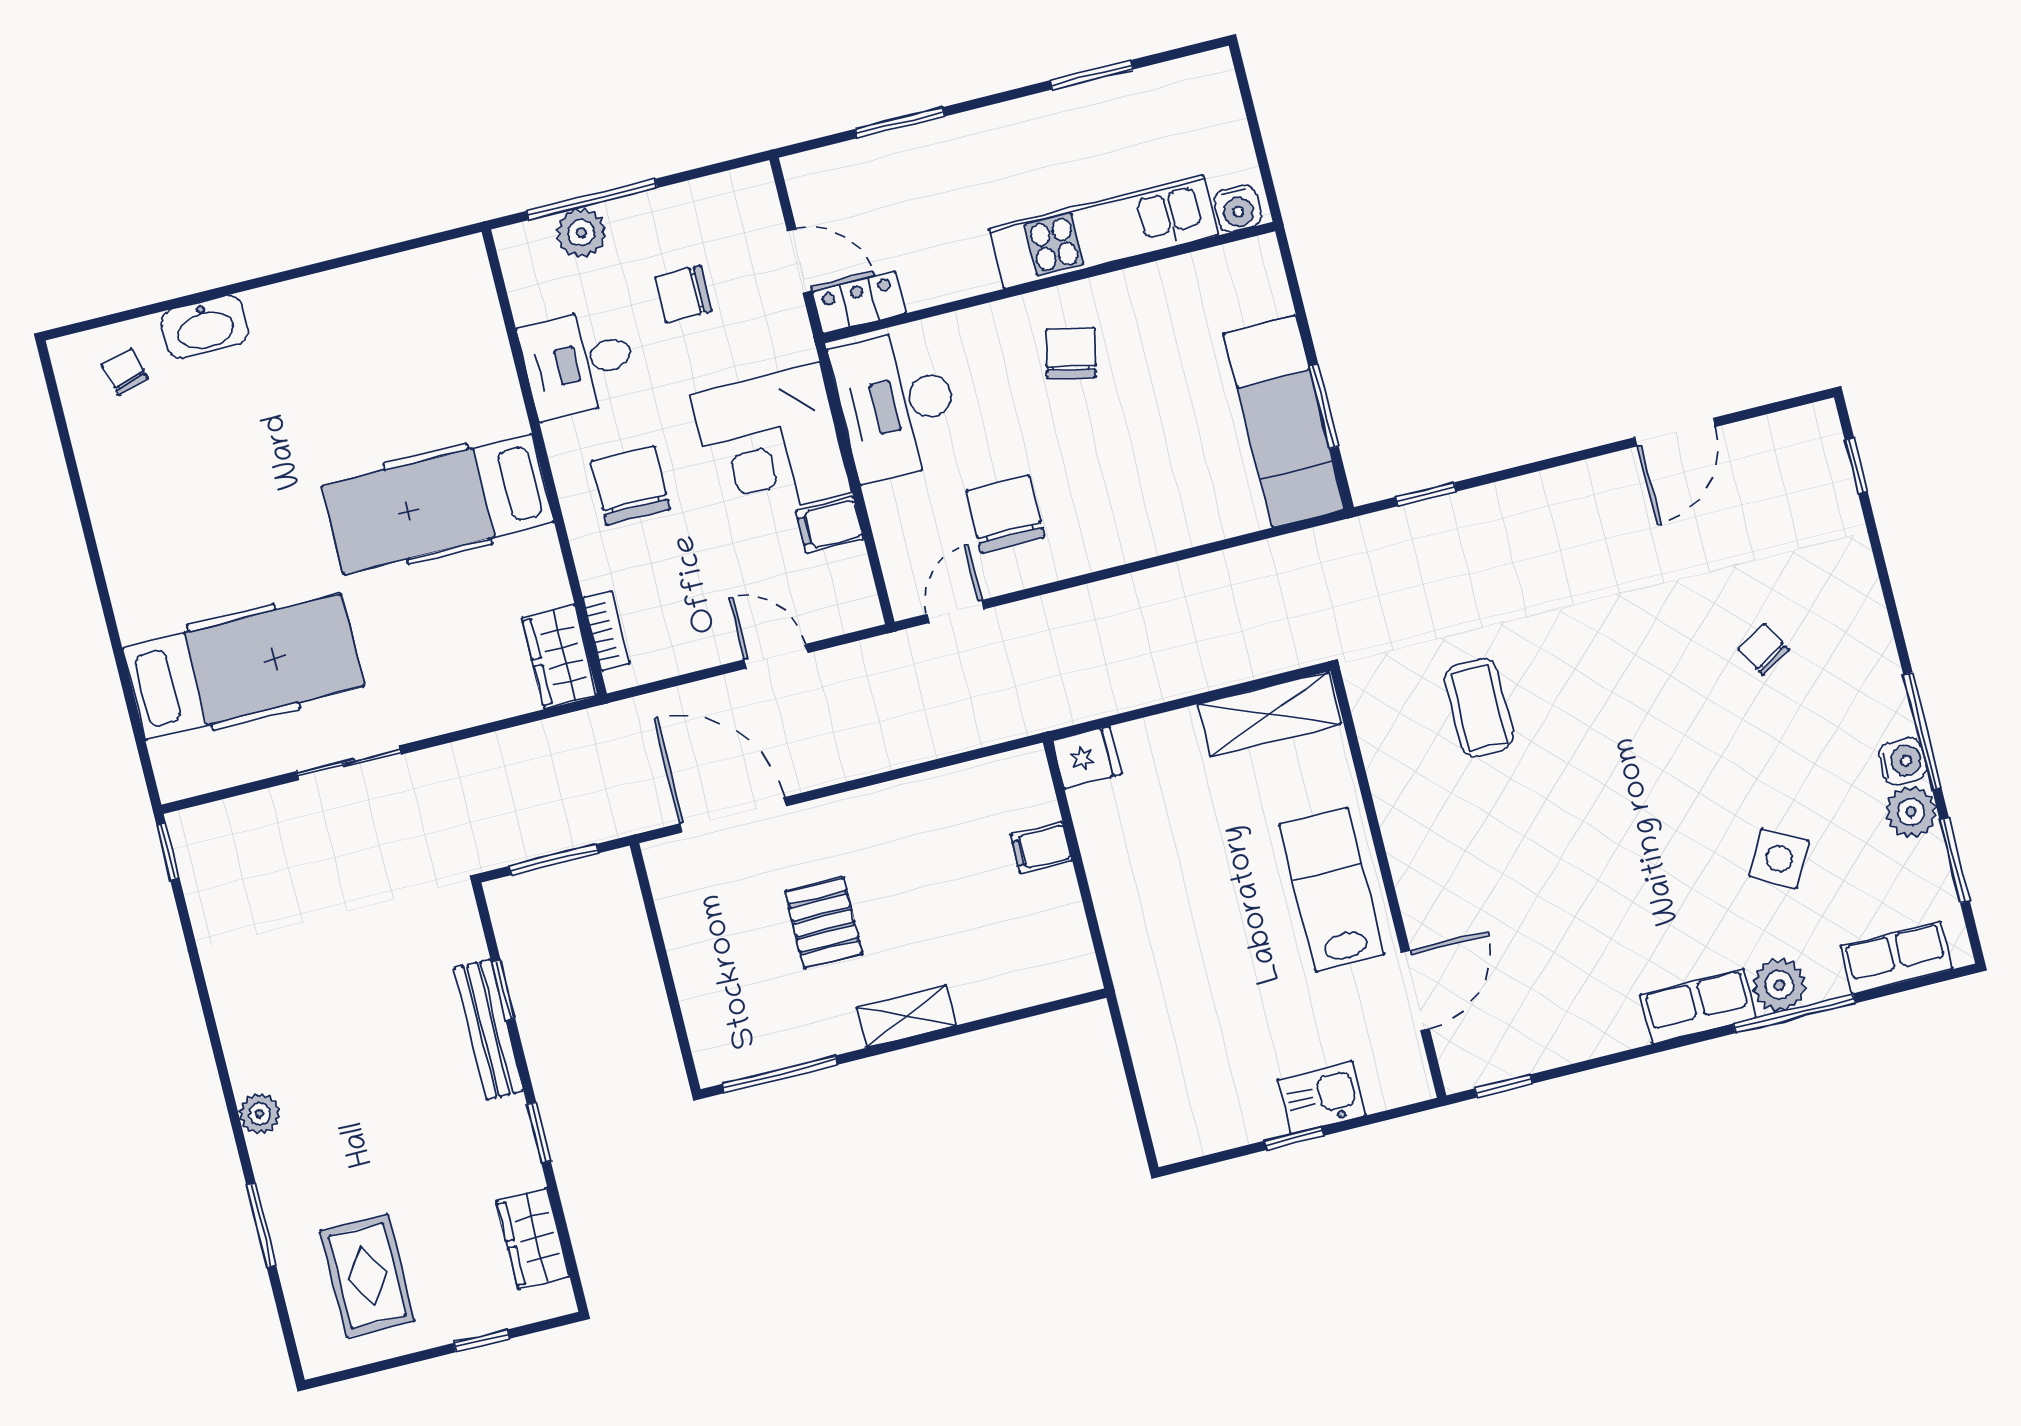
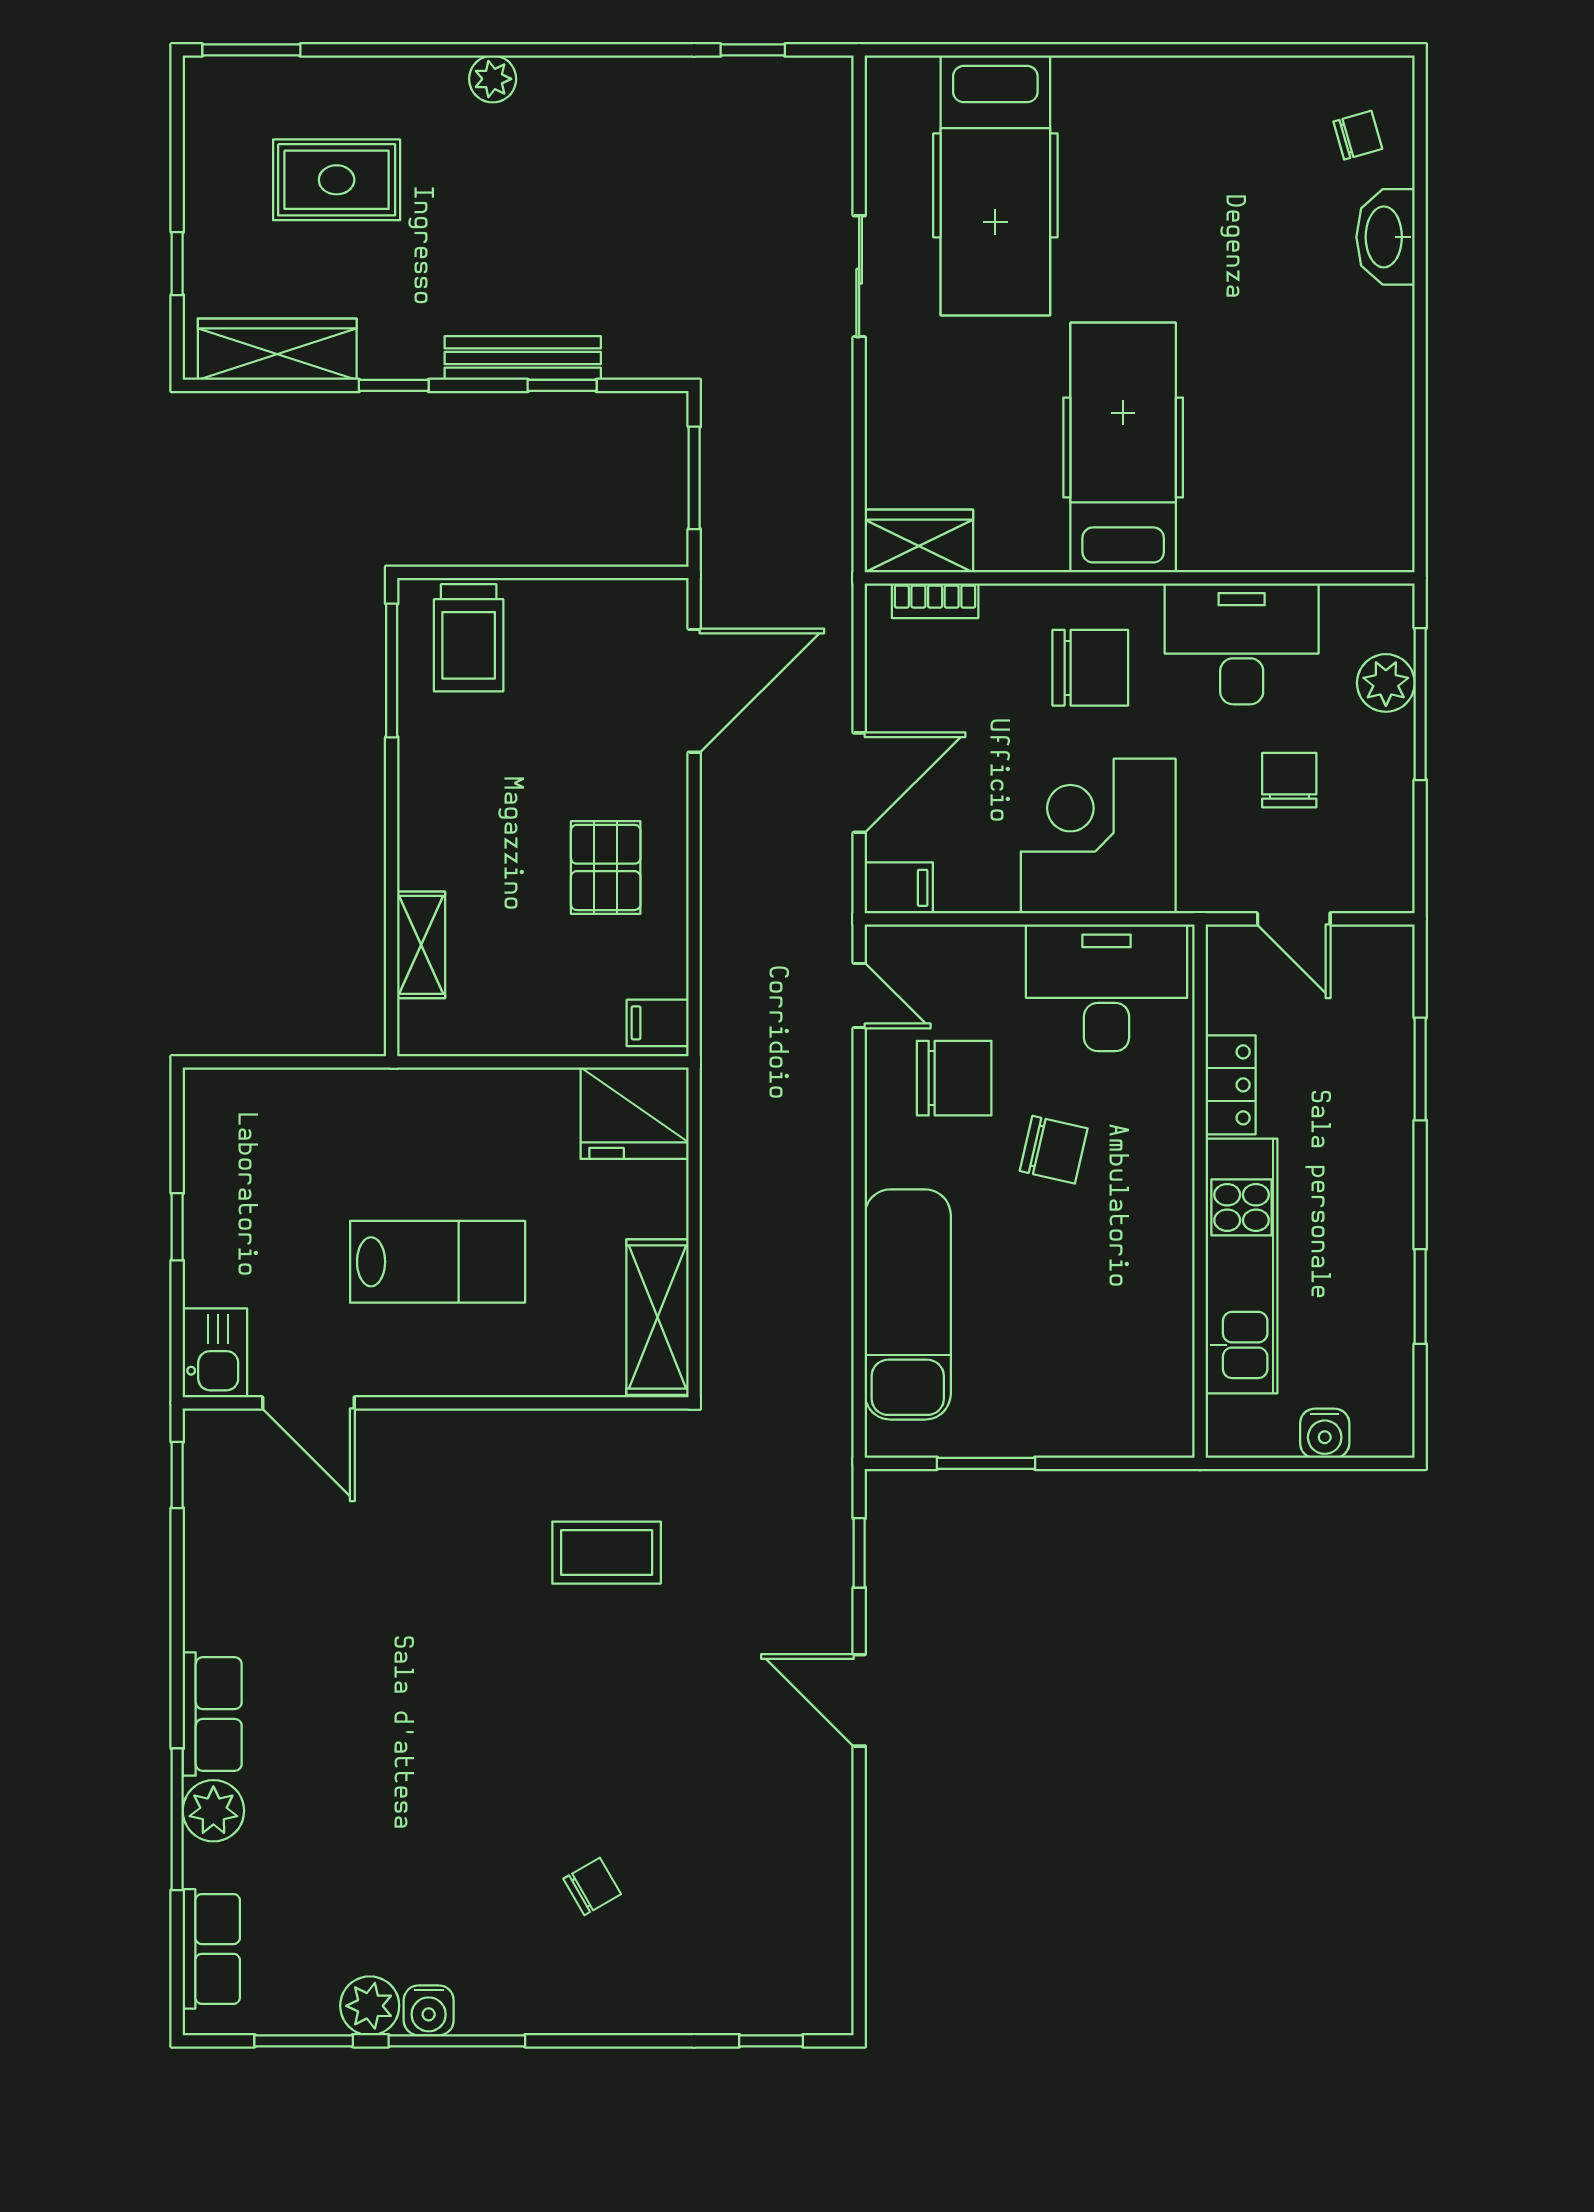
water cooler: (1238, 209) -> (1325, 1433), moved, turned -90
door: (800, 261) -> (1294, 919), hinge flipped
locker: (859, 303) -> (1231, 1085), moved
chair: (1071, 354) -> (1054, 1150), moved
desk: (578, 363) -> (1242, 644), width x1.37
exam couch: (1284, 422) -> (908, 1304), moved, turned 90
door: (1675, 432) -> (859, 1700), moved
filing cabinet: (830, 525) -> (899, 888), moved, turned 90
door: (776, 656) -> (859, 783), width x1.38
fridge: (1087, 757) -> (635, 1113), width x1.88, depth x1.34
filing cabinet: (1041, 848) -> (658, 1023), moved, turned -90
window: (168, 852) -> (753, 50), moved
side table: (1779, 859) -> (354, 1846), removed
lab bench: (1332, 890) -> (438, 1262), moved
pallet: (824, 923) -> (606, 867), moved, turned 90
trolley: (736, 1016) -> (469, 638), added
shelving: (906, 1016) -> (421, 945), moved
kitchen sink: (1322, 1098) -> (215, 1353), moved
window: (261, 1225) -> (251, 50), moved
wardrobe: (533, 1239) -> (277, 349), width x1.50
rug: (367, 1276) -> (337, 180), moved

